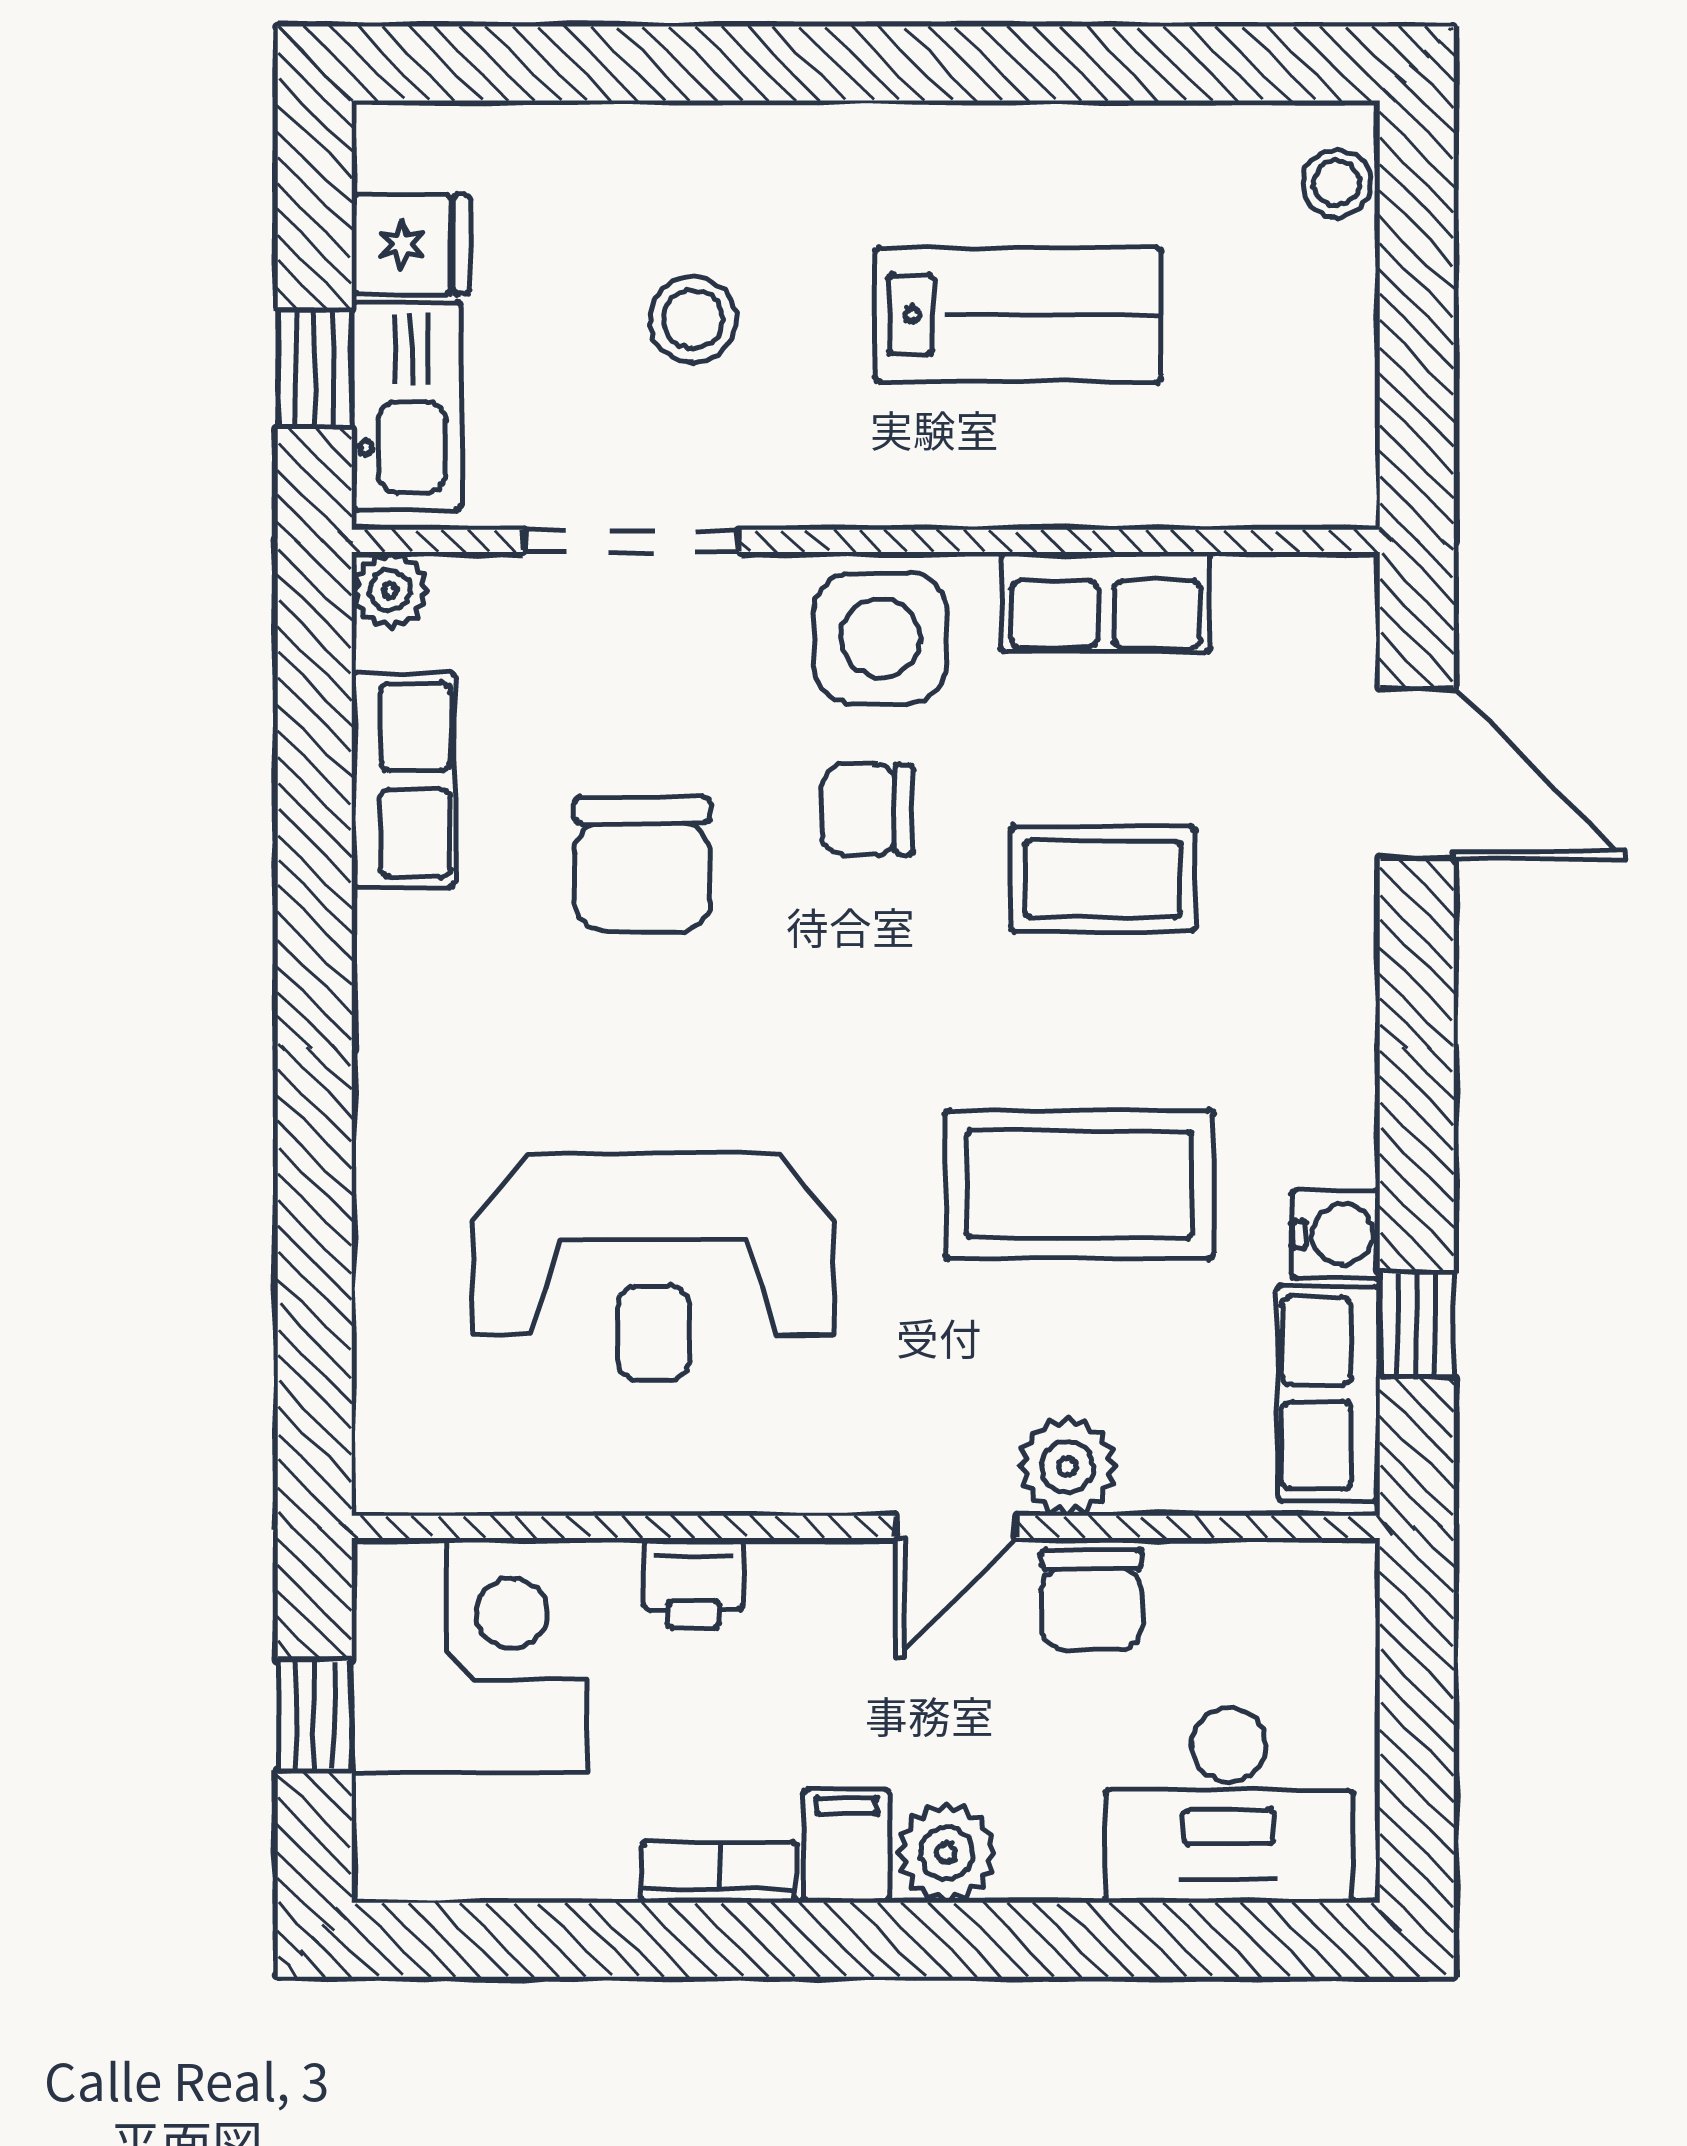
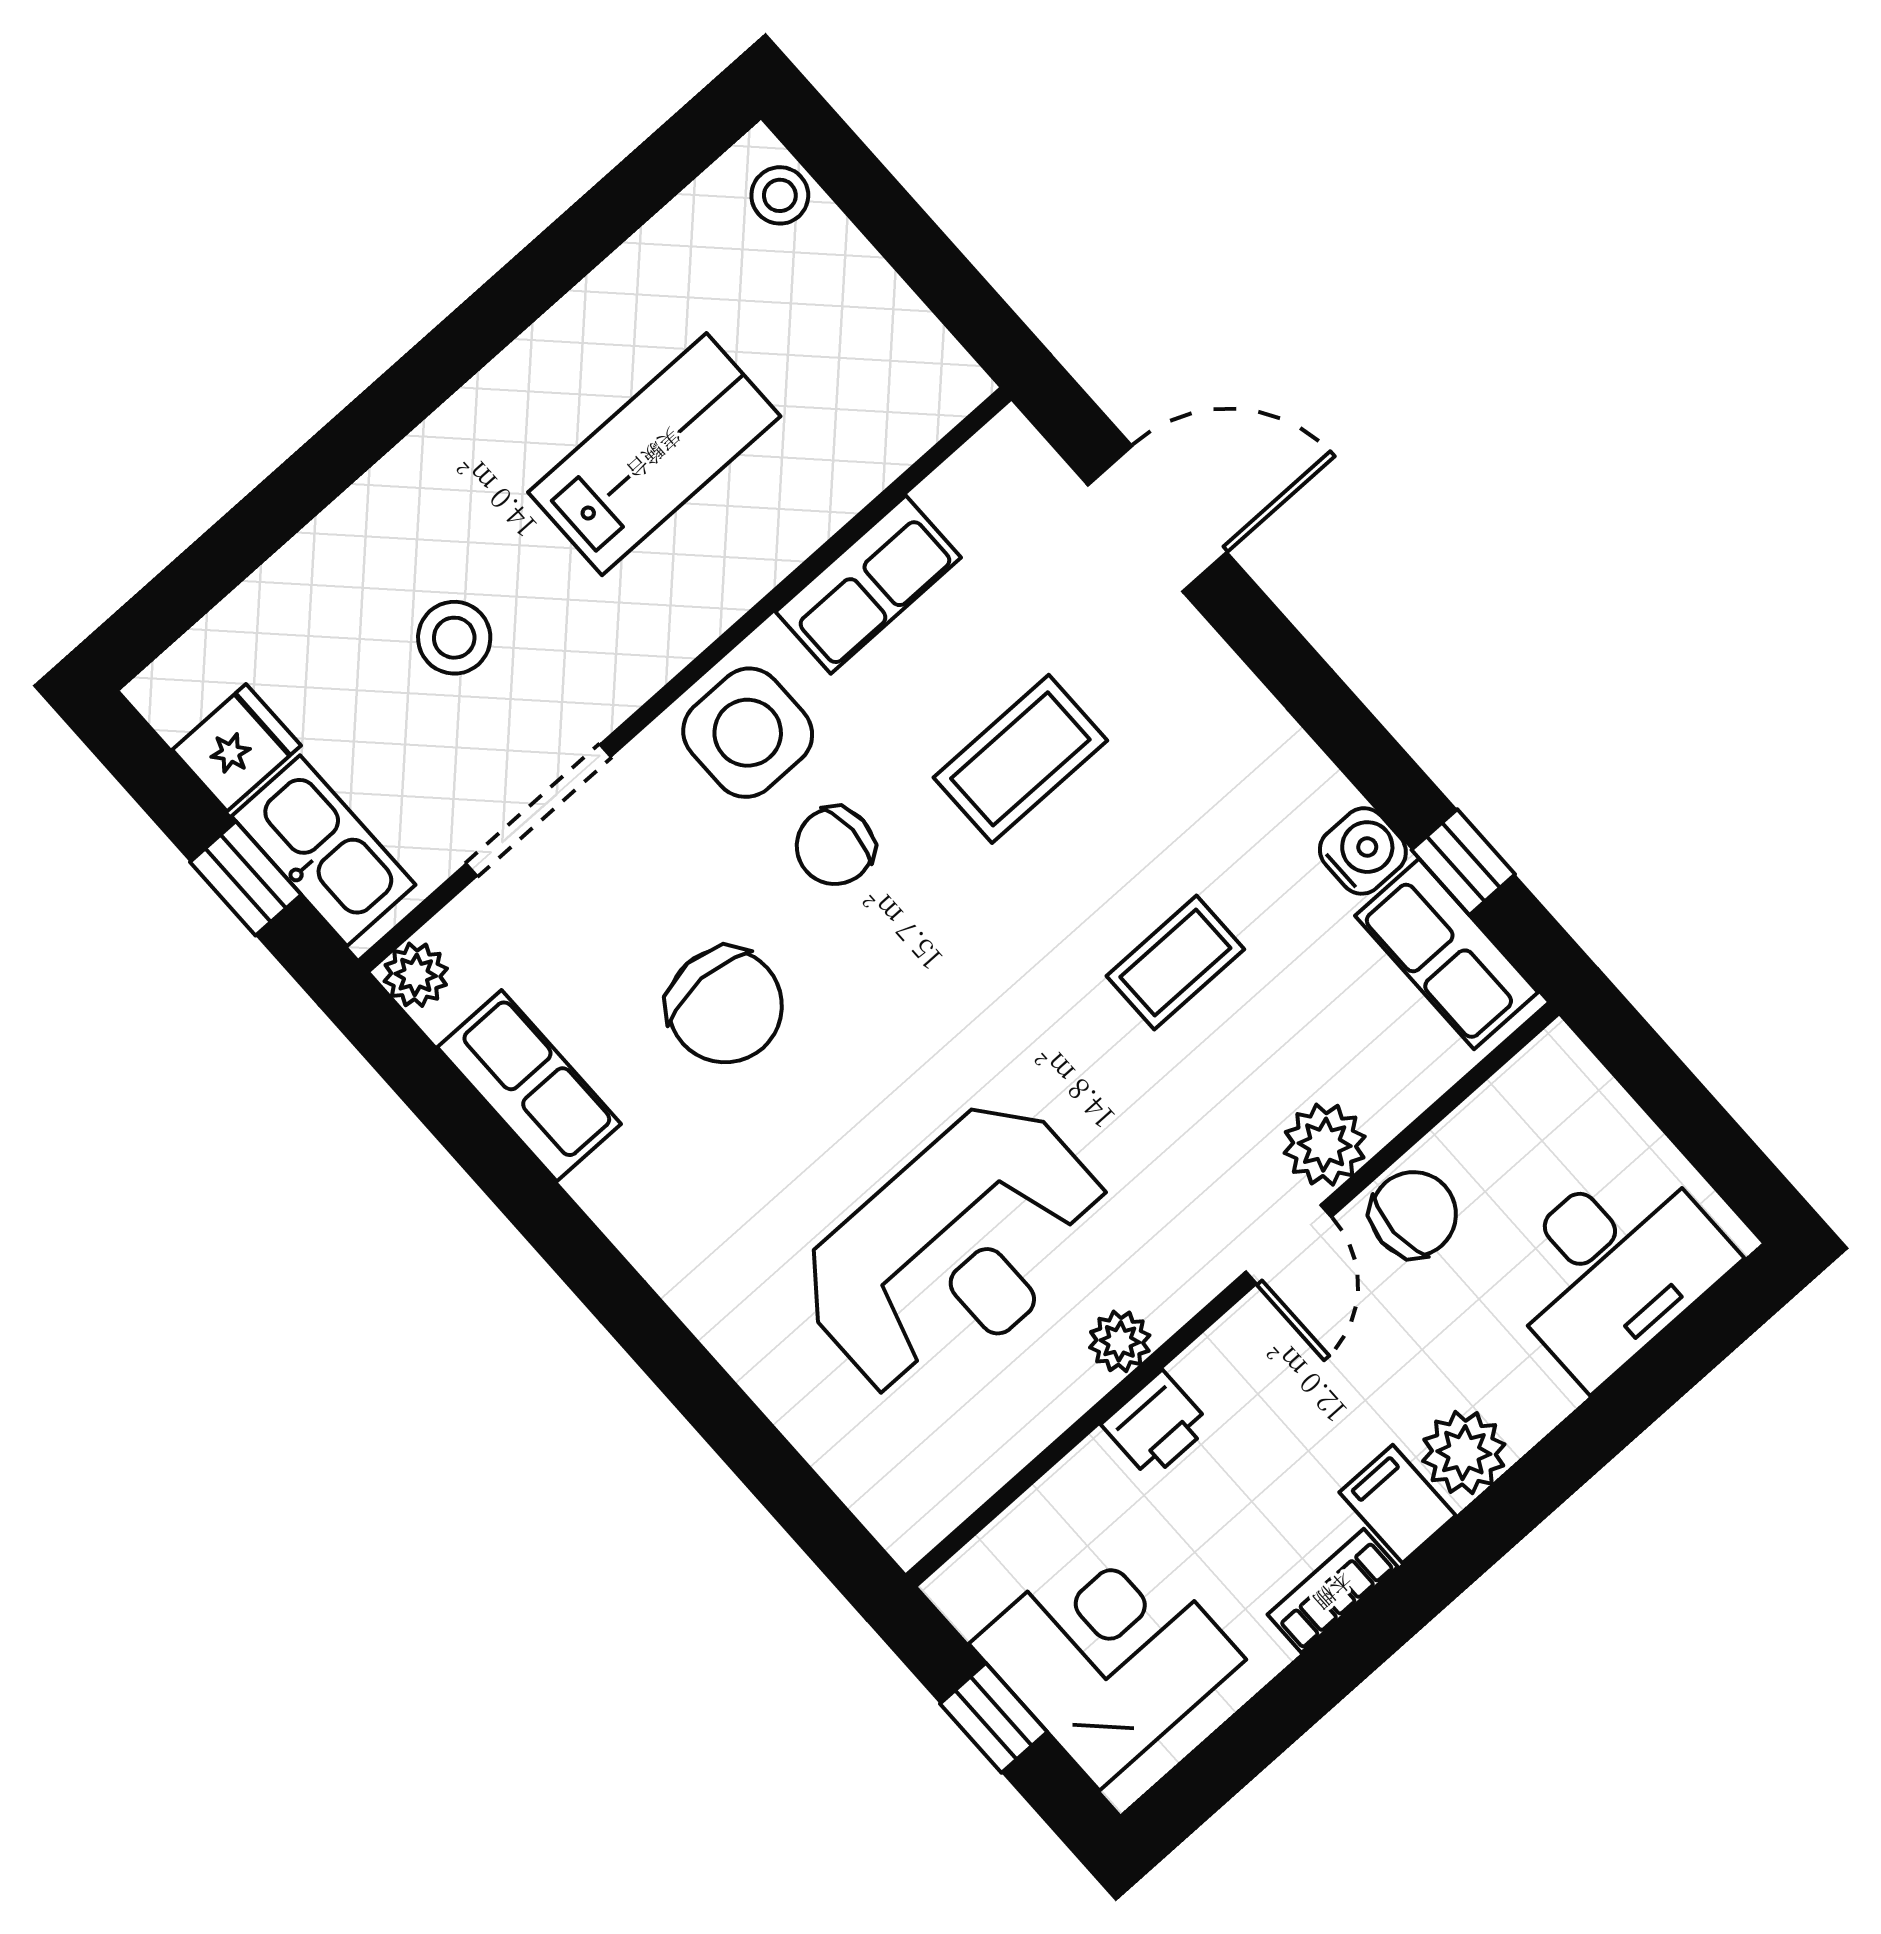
coffee table: (1079, 1185) -> (1175, 963), width x0.54, depth x0.58
plant: (728, 1479) -> (1120, 1341), added
chair: (1092, 1600) -> (1414, 1214), turned -90
corner desk: (469, 1656) -> (1108, 1652), moved

